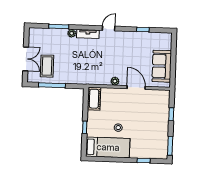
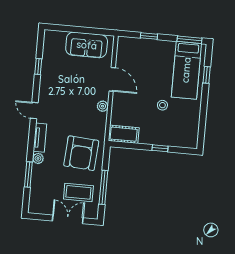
armchair: (78, 67) -> (81, 153), added
door: (136, 88) -> (112, 79), swing flipped
bed: (108, 147) -> (186, 70), moved, turned 180

